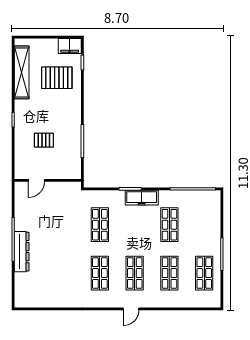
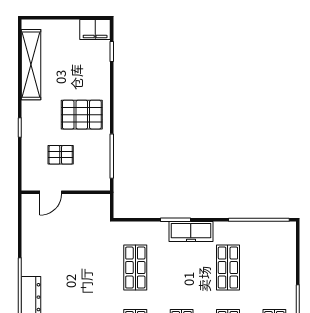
pallet: (57, 78) -> (82, 115), moved
door: (36, 180) -> (51, 192), moved
wall: (48, 180) -> (66, 192), moved

